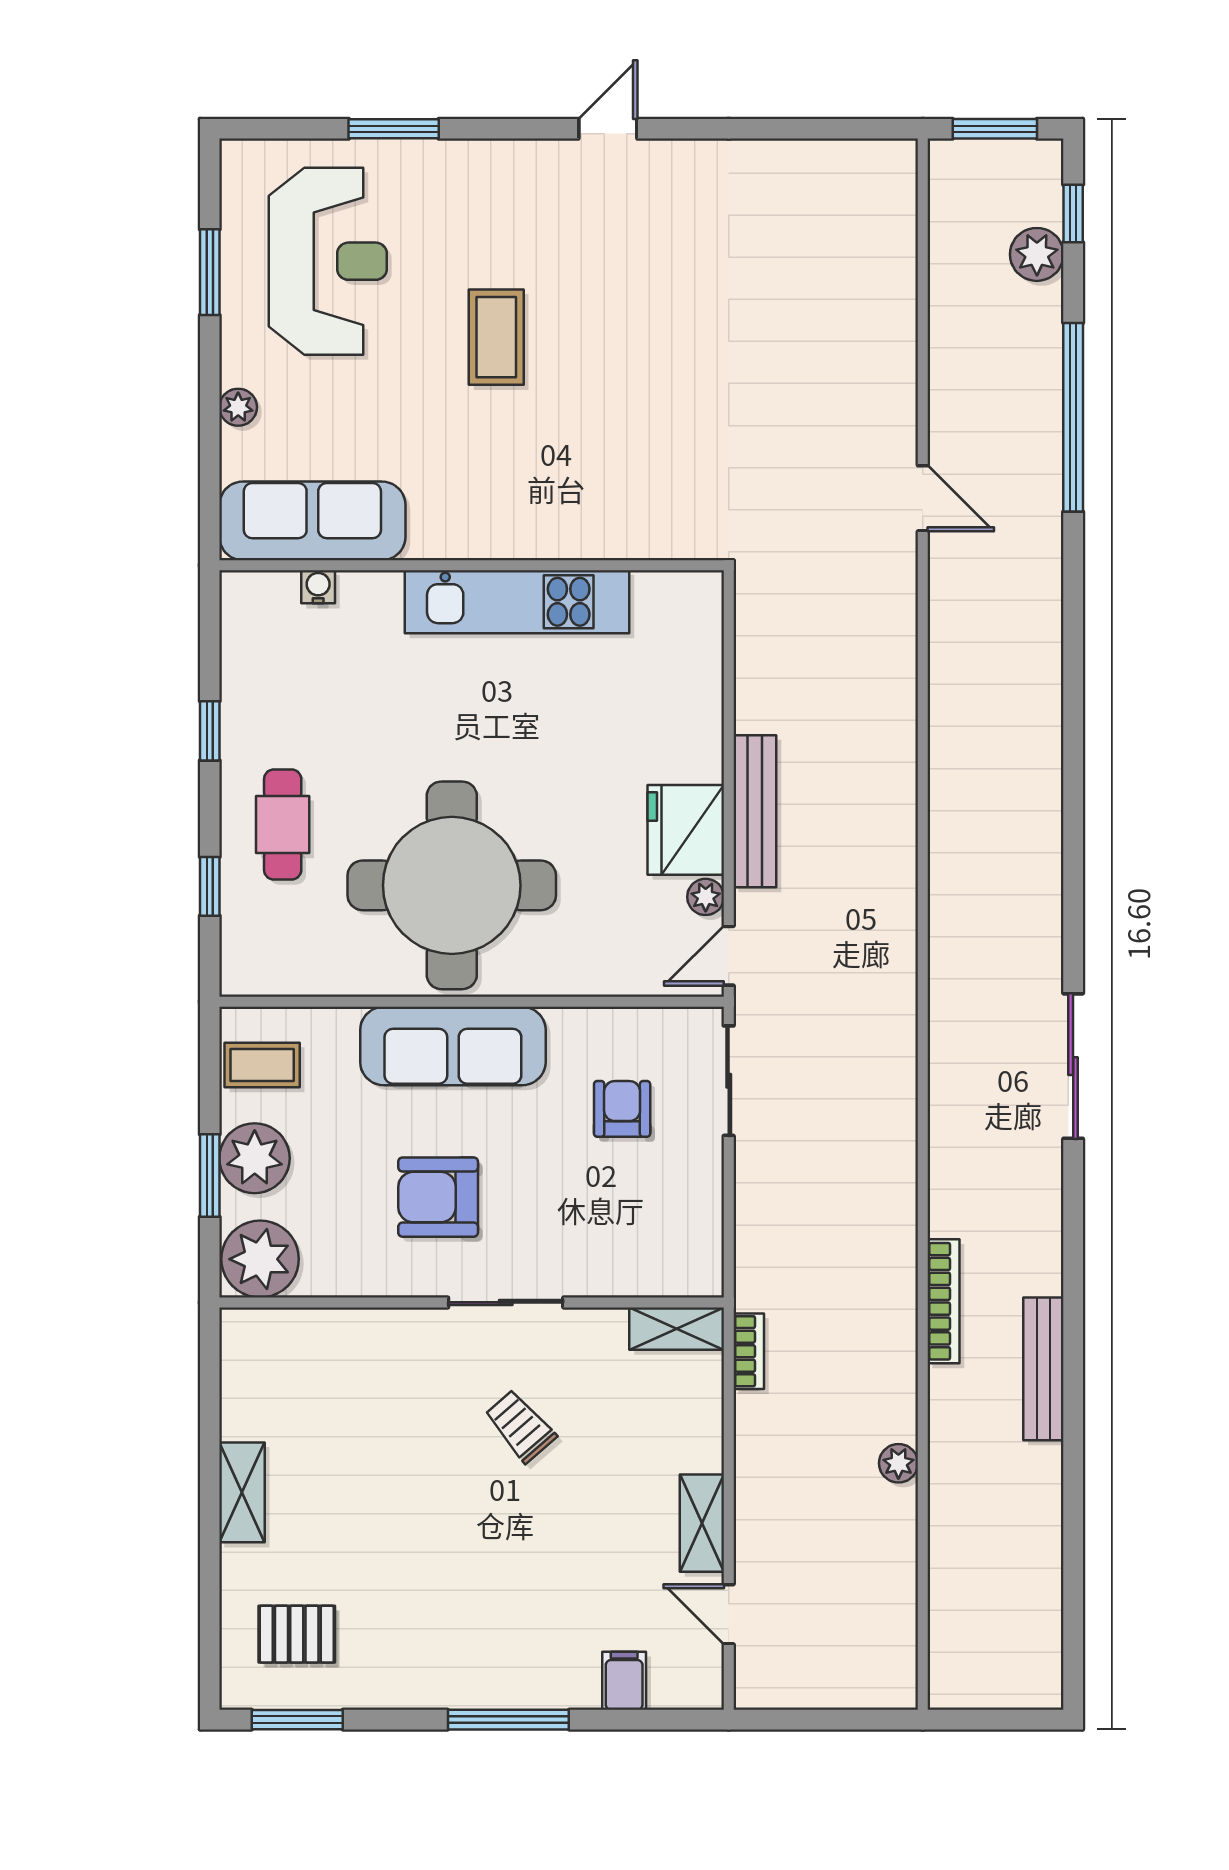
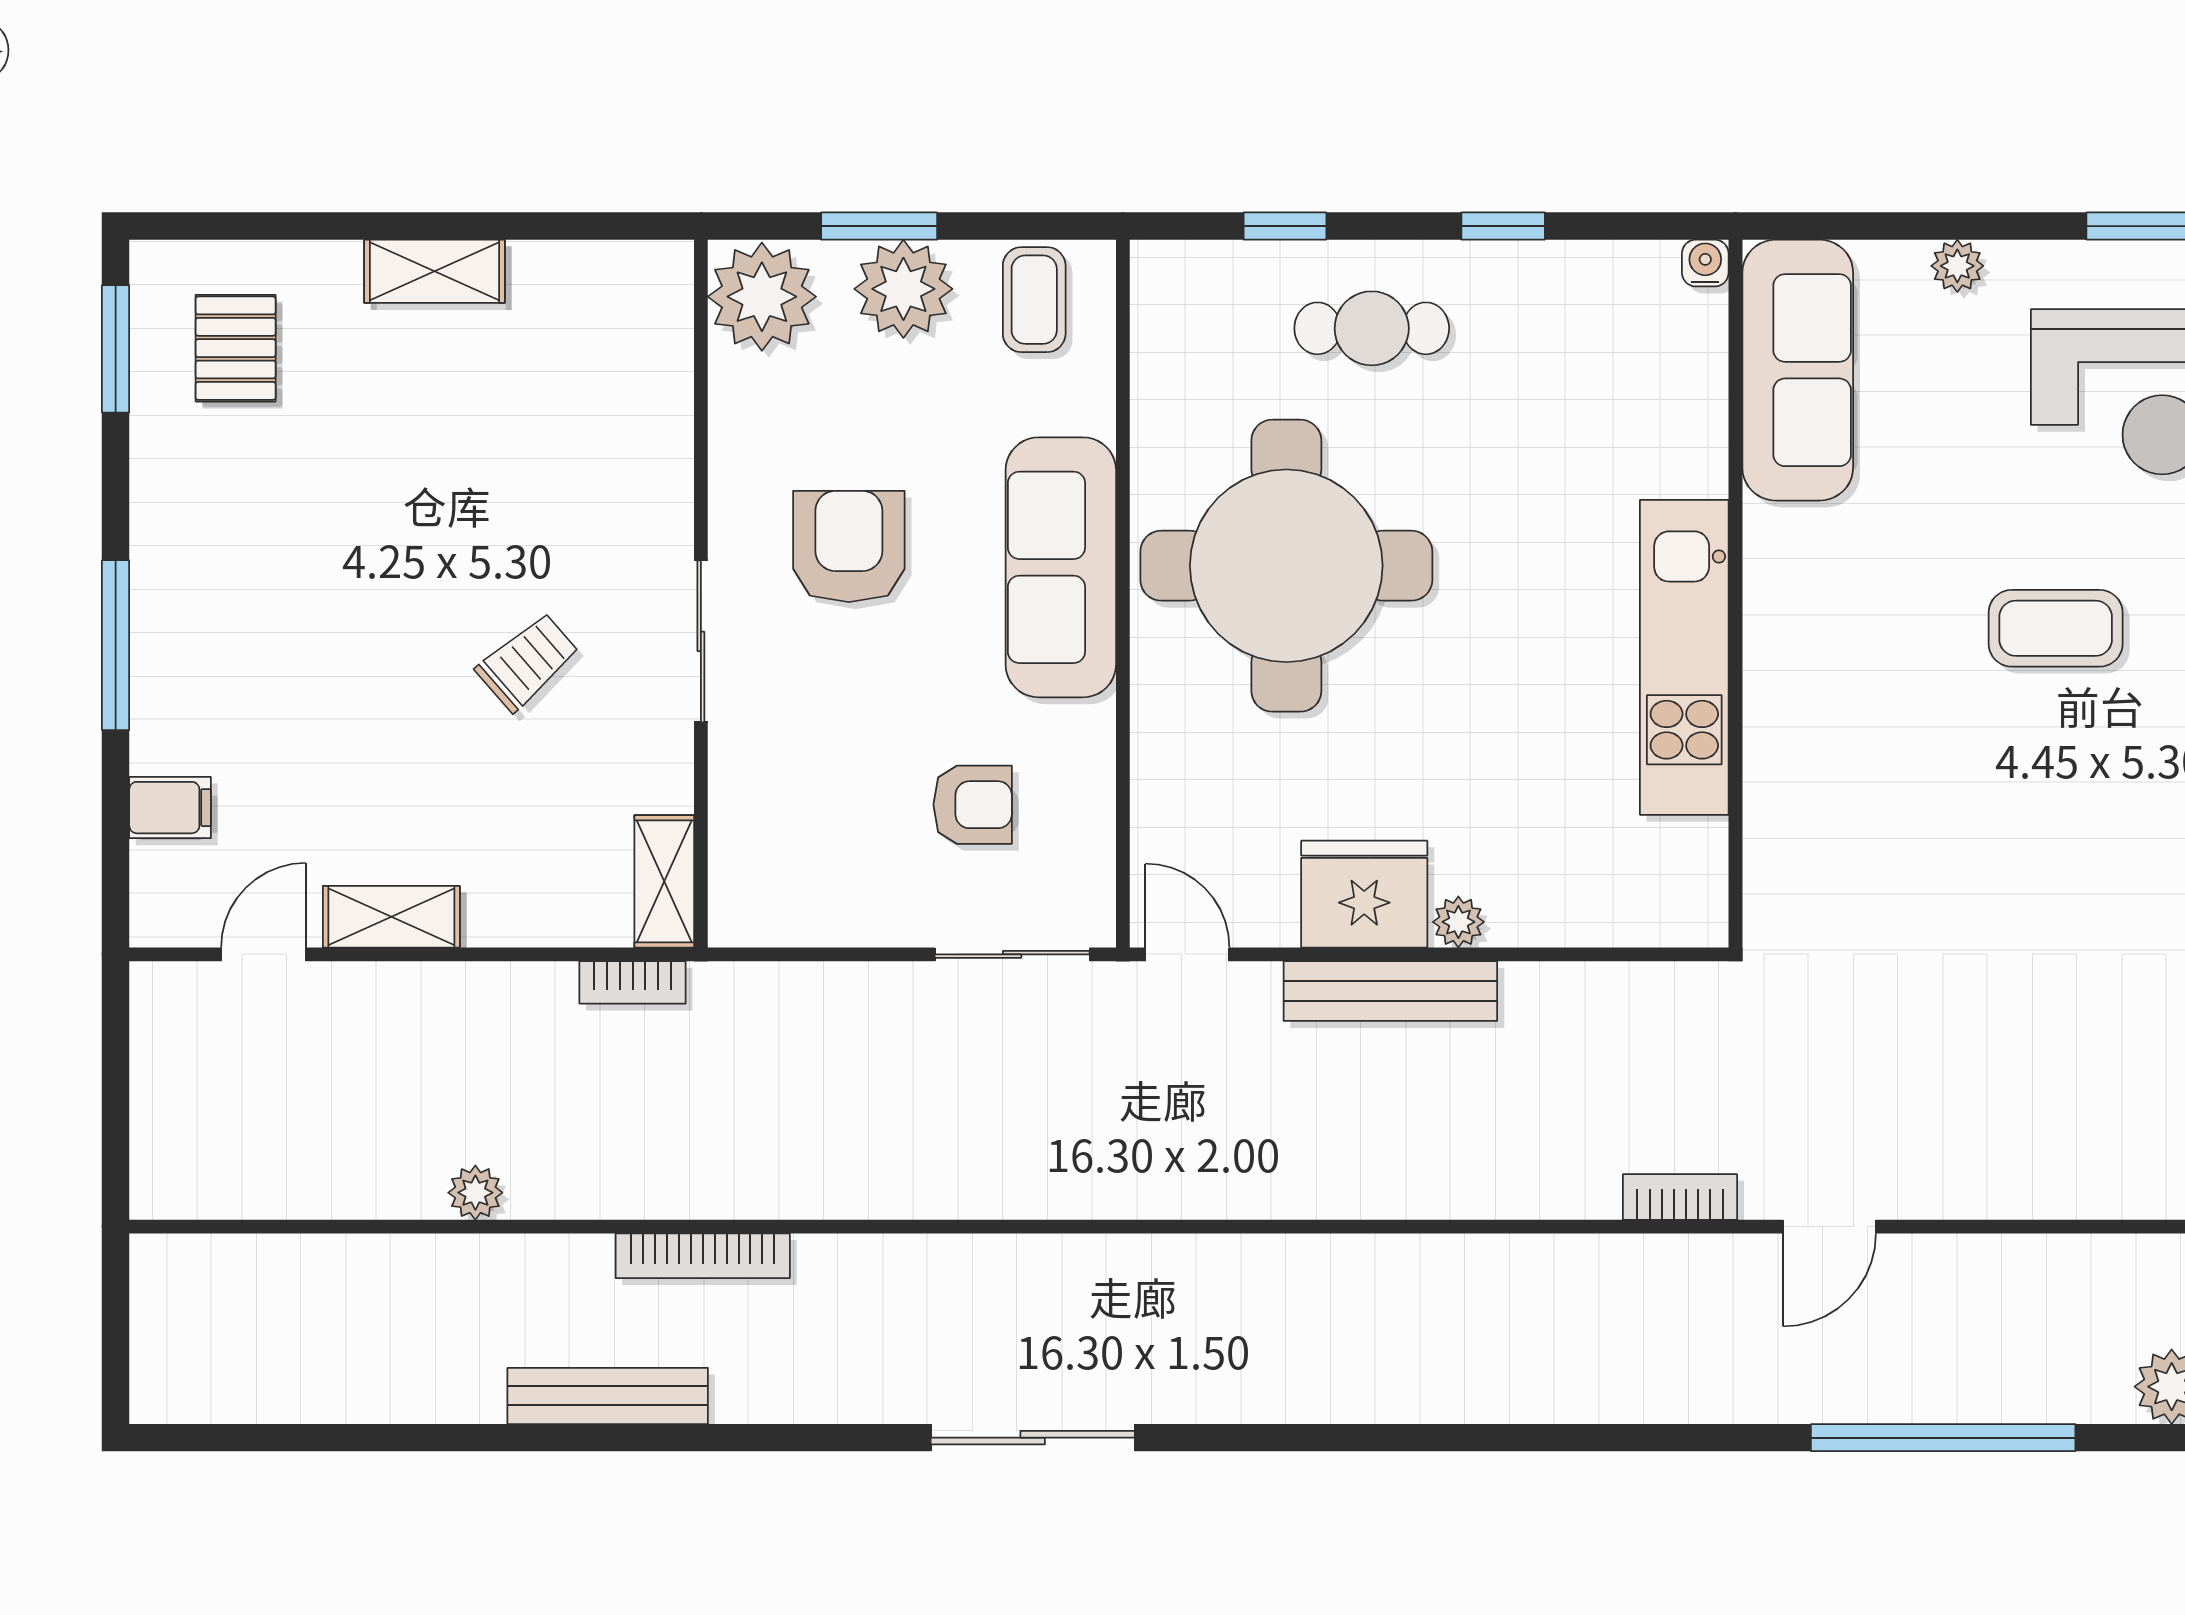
water cooler: (318, 587) -> (1705, 263), moved, turned -90
bookcase: (902, 605) -> (1680, 1197), added
plant: (706, 897) -> (1458, 922), moved

